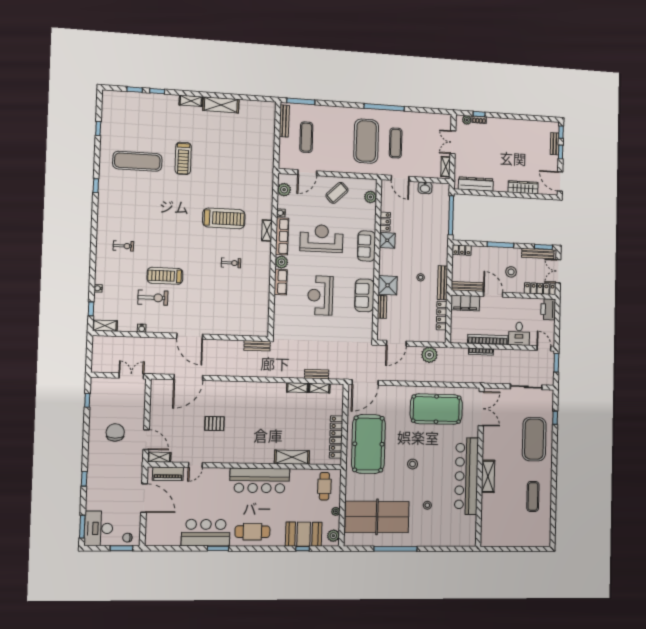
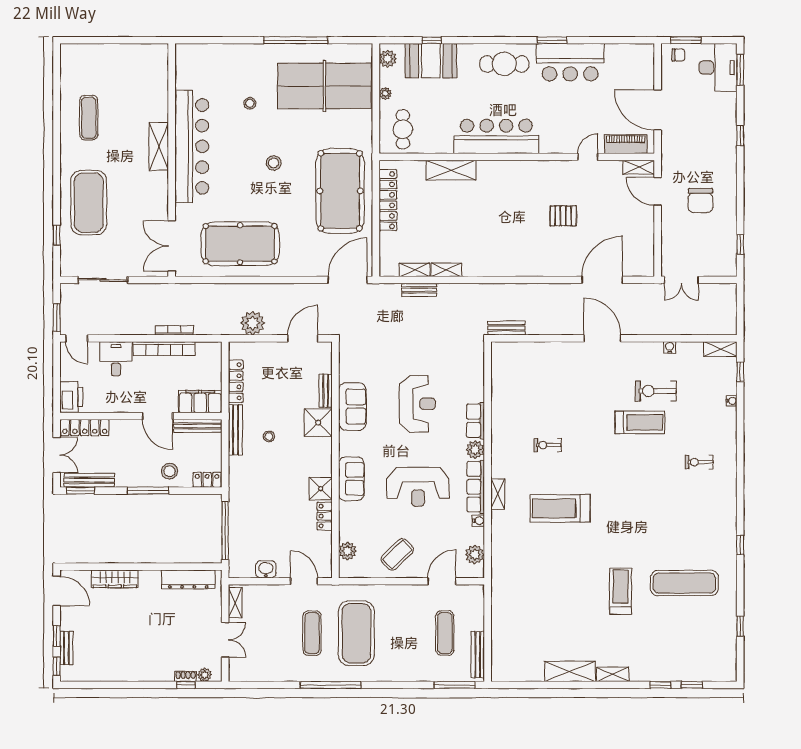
stool: (511, 272) -> (170, 471), moved

